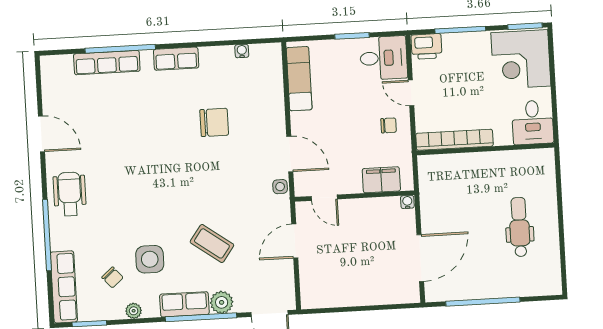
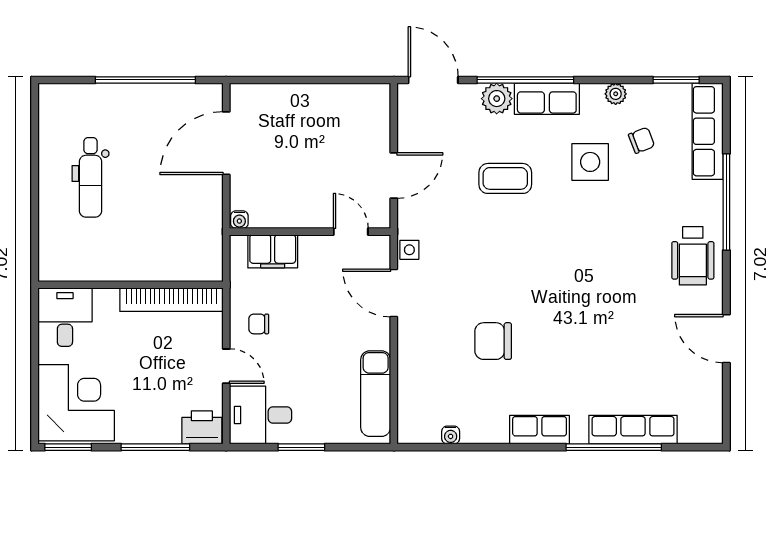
coffee table: (212, 243) -> (505, 178), turned -36
chair: (112, 277) -> (642, 140), turned 110

